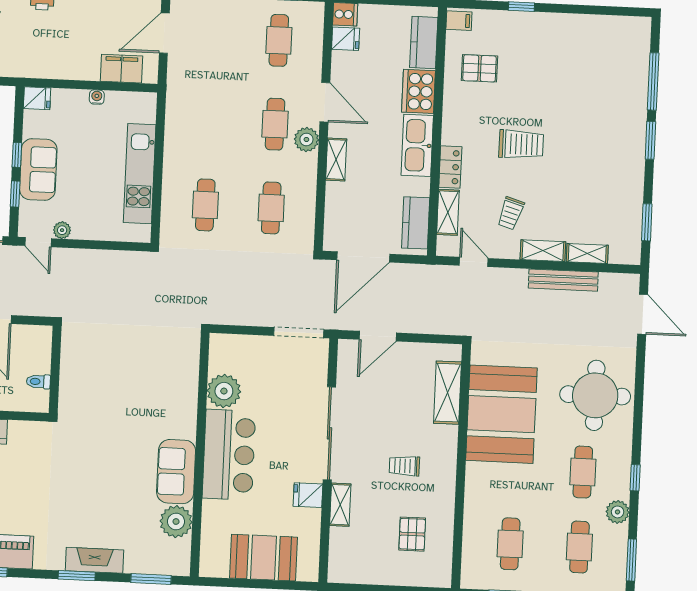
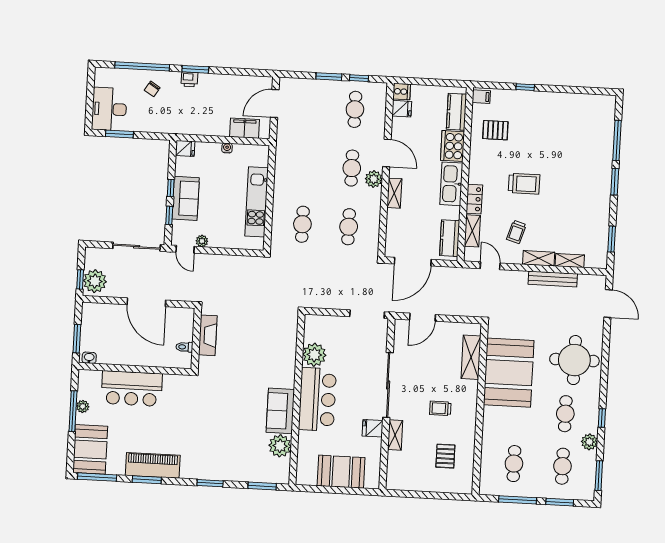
fireplace: (95, 560) -> (208, 335), moved, turned 90

